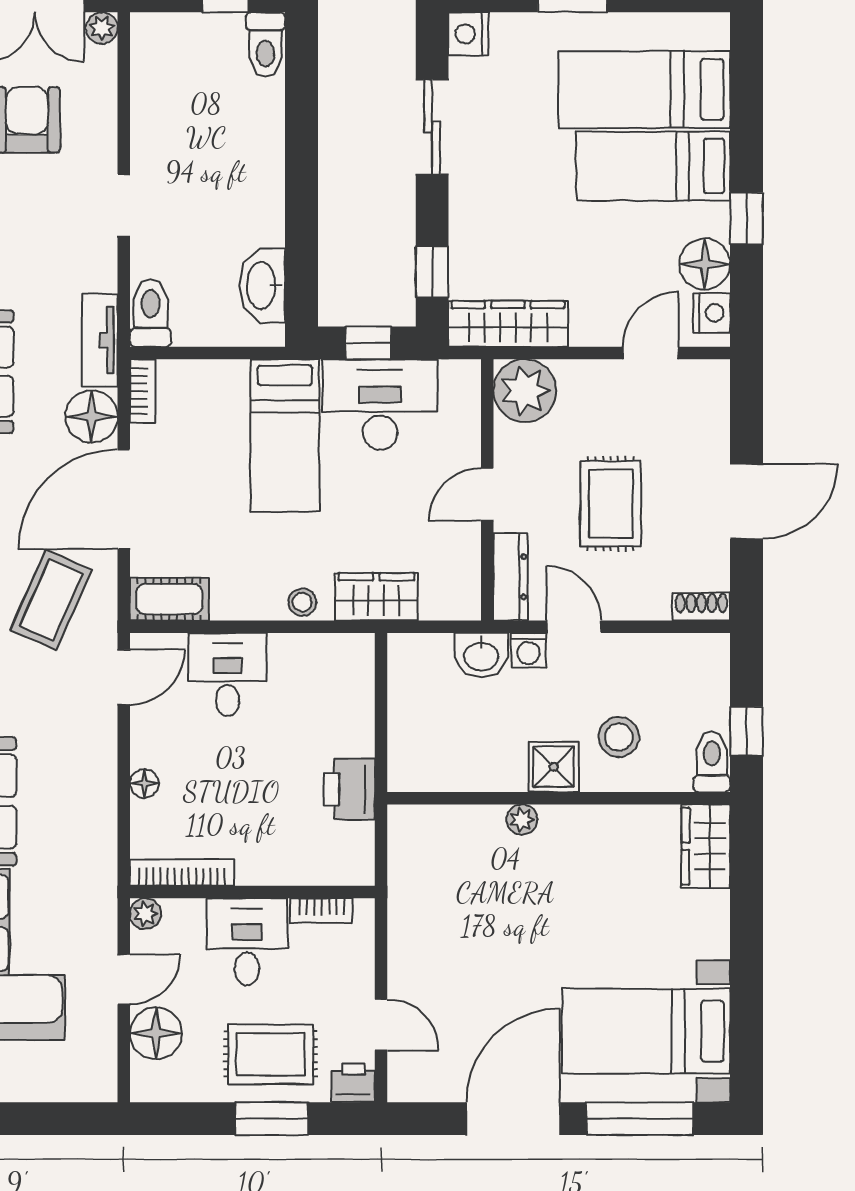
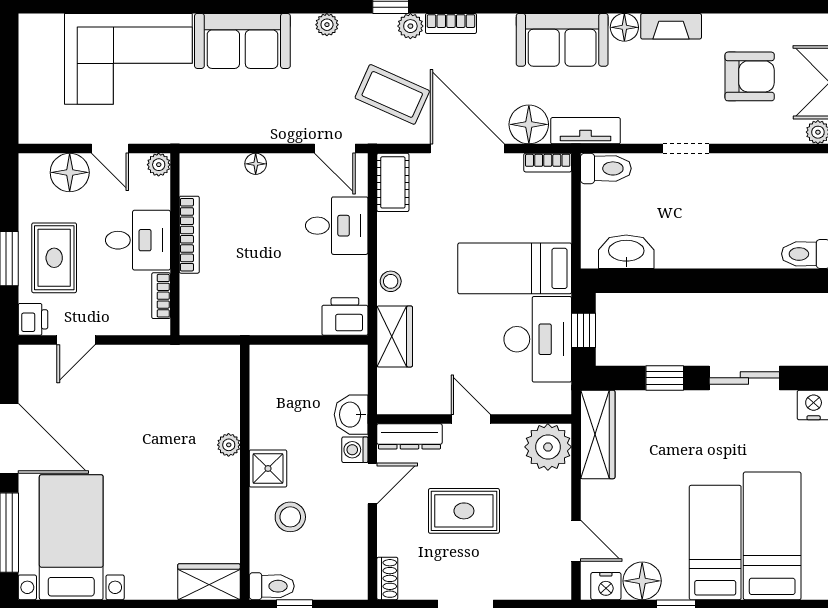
window: (432, 272) -> (665, 378), moved
printer: (350, 789) -> (345, 317), moved
bookcase: (182, 873) -> (189, 235), moved

